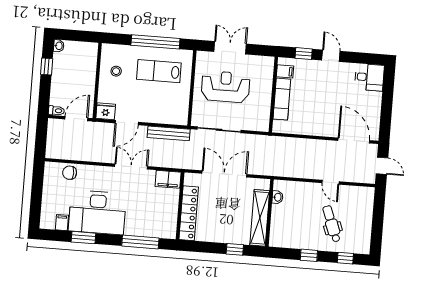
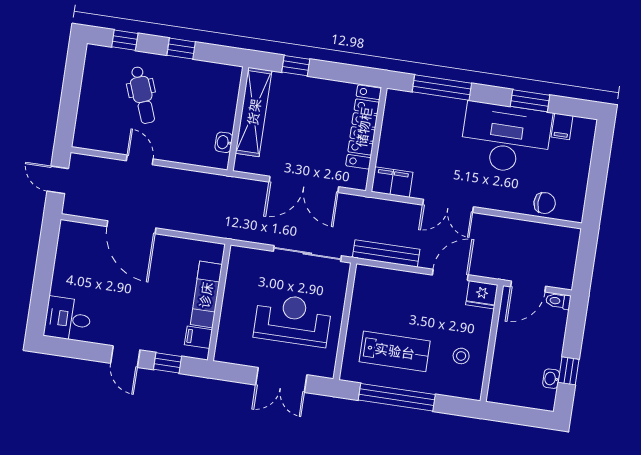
washbasin: (59, 46) -> (551, 379), moved
reception desk: (225, 87) -> (293, 320), turned 180
door: (354, 140) -> (131, 227), moved

